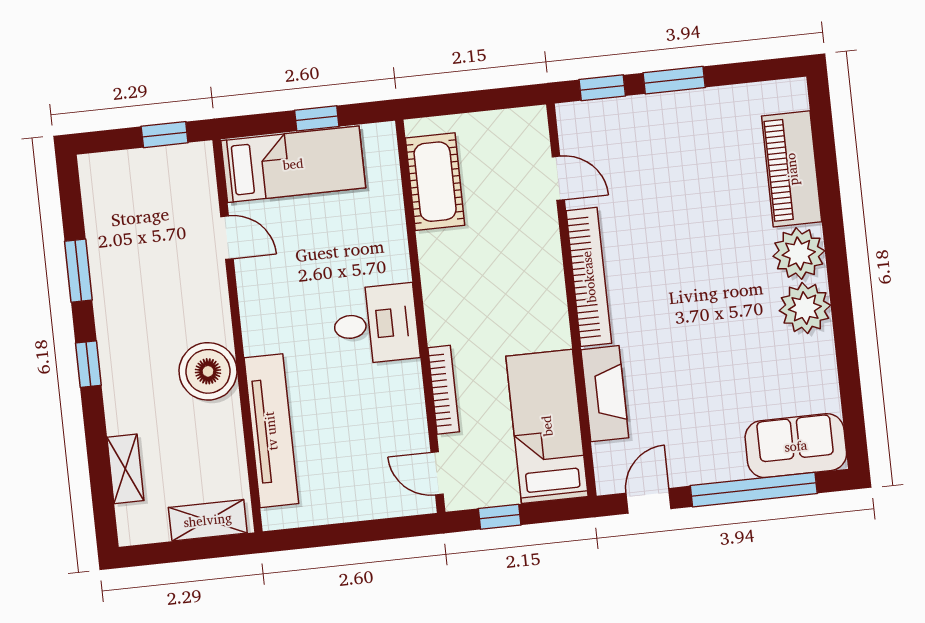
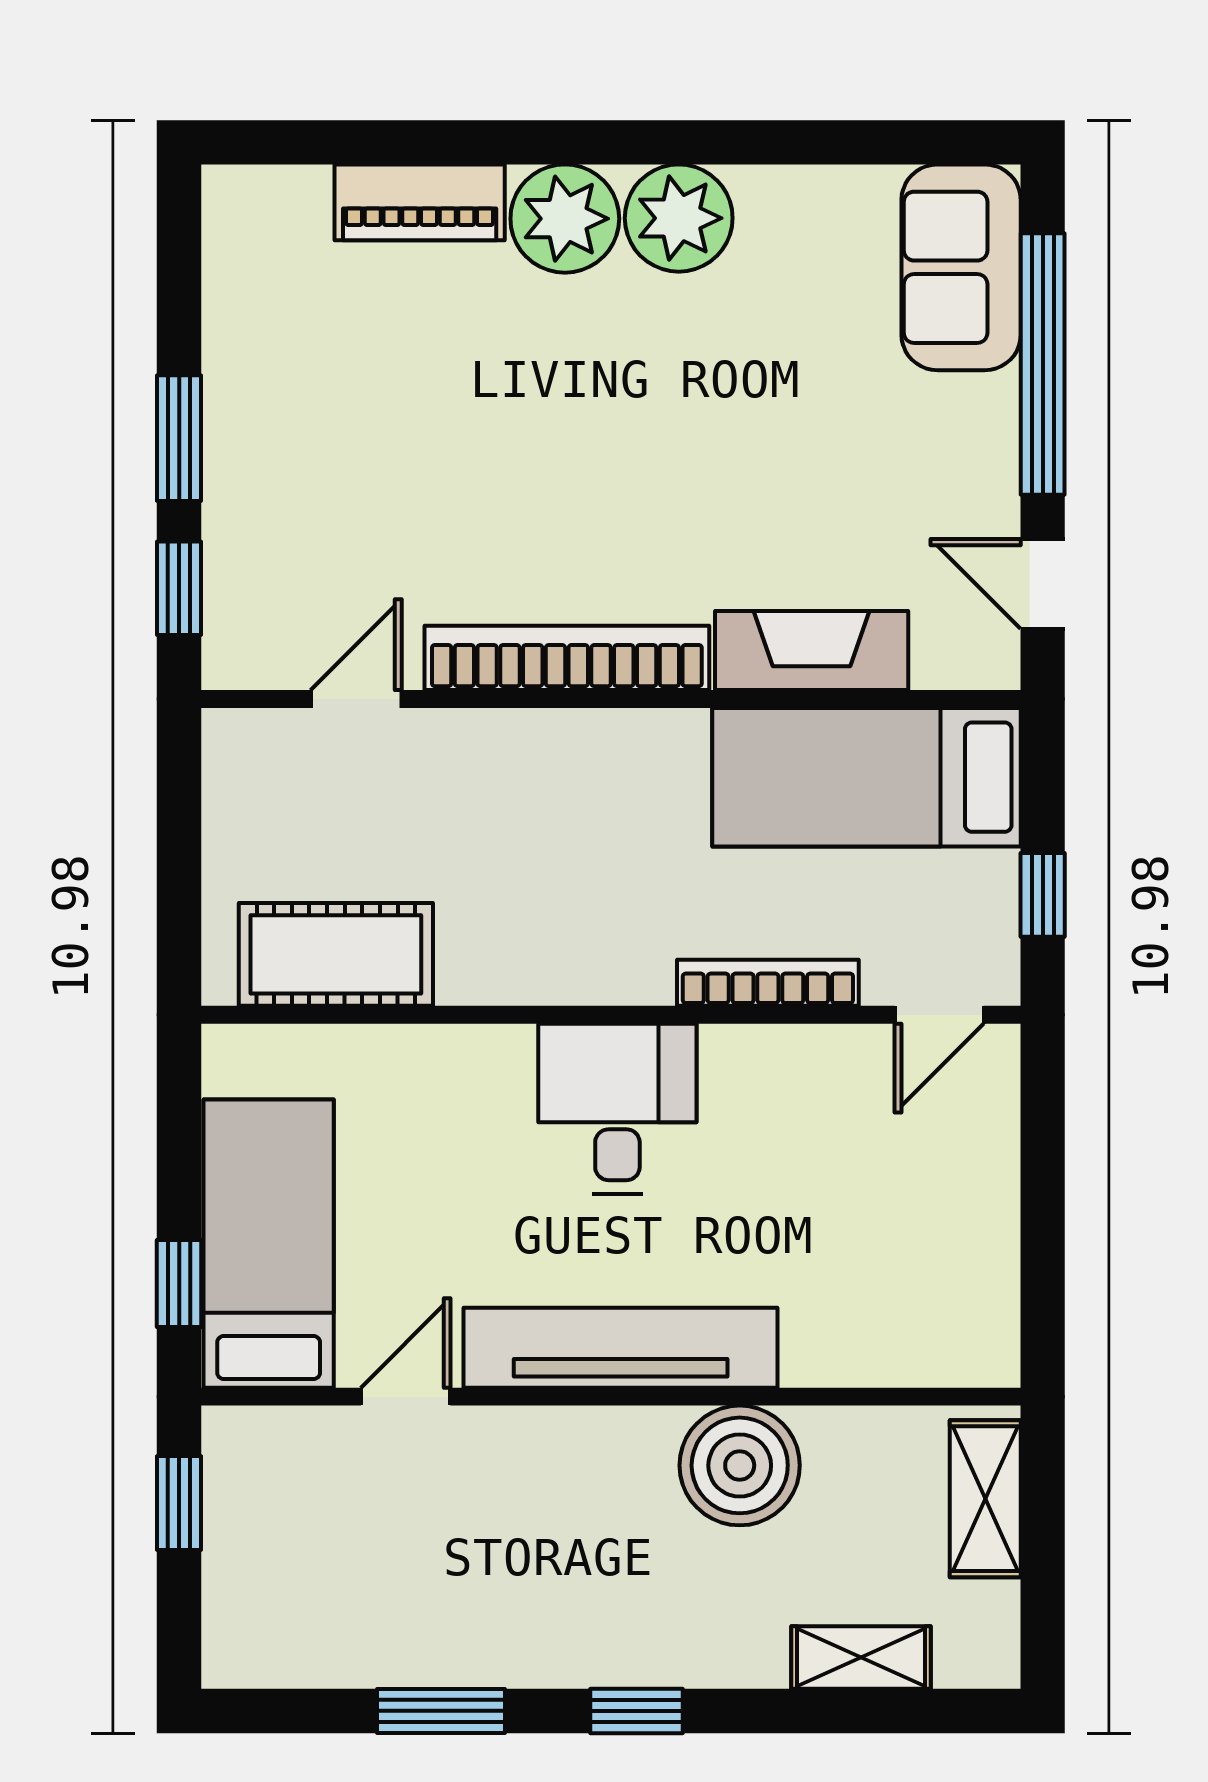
window: (317, 118) -> (179, 1284), moved
piano: (792, 169) -> (420, 202), width x0.73, depth x0.75
boiler: (208, 371) -> (740, 1465), moved
tv unit: (271, 431) -> (621, 1348), moved

